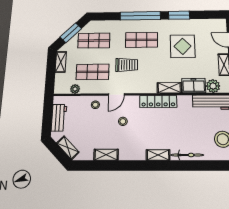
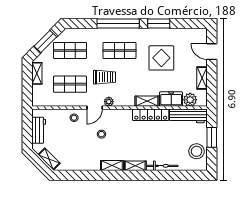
plant: (75, 89) -> (109, 102), moved
locker: (158, 101) -> (151, 115), moved
shelving: (106, 155) -> (112, 166), moved

